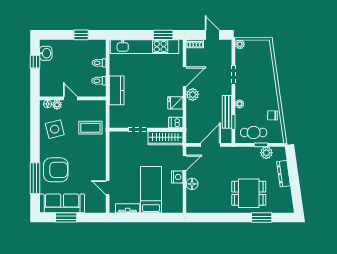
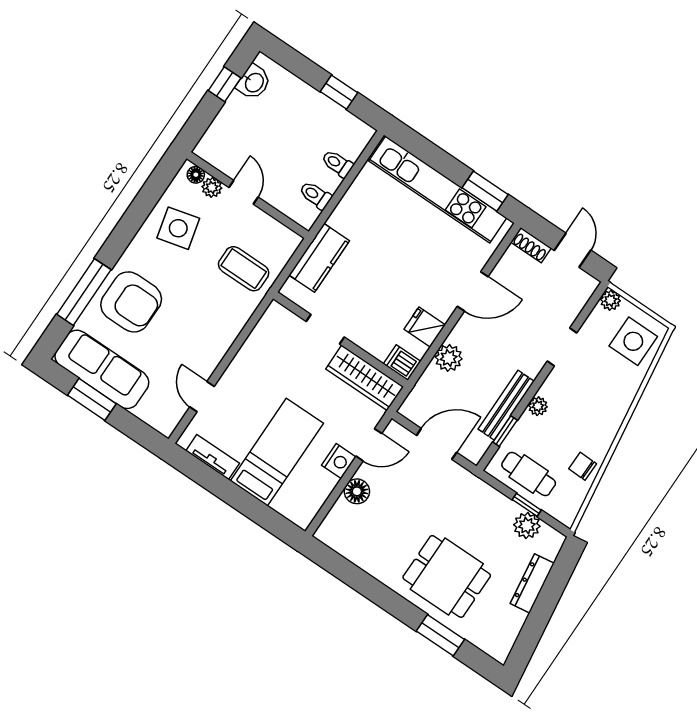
side table: (259, 54) -> (633, 341), added
kitchen counter: (117, 90) -> (319, 258), moved
plant: (193, 94) -> (449, 358), moved

